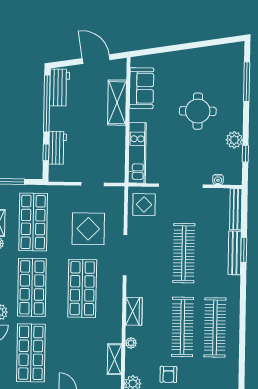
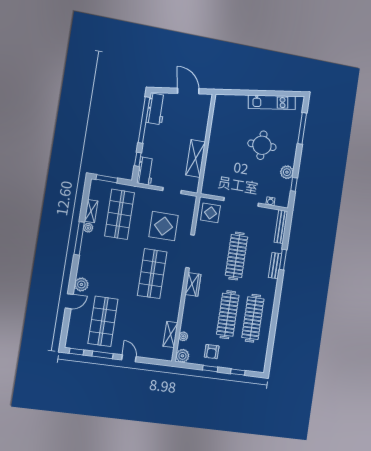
sofa: (142, 88) -> (221, 120), removed
shelving: (117, 103) -> (195, 158), moved
workbench: (58, 148) -> (145, 171), moved
kitchen unit: (137, 153) -> (272, 102), moved, turned 81
bench: (235, 253) -> (275, 266), width x0.73
shop shelf: (32, 287) -> (111, 268), removed
wardrobe: (134, 311) -> (193, 284), moved
plant: (131, 343) -> (183, 336), moved

